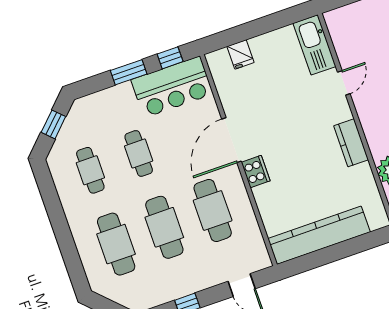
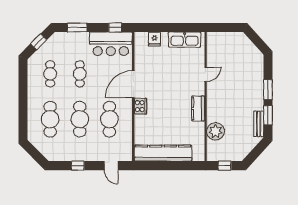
kitchen sink: (315, 45) -> (185, 40), moved, turned -90
window: (129, 72) -> (77, 27), moved

